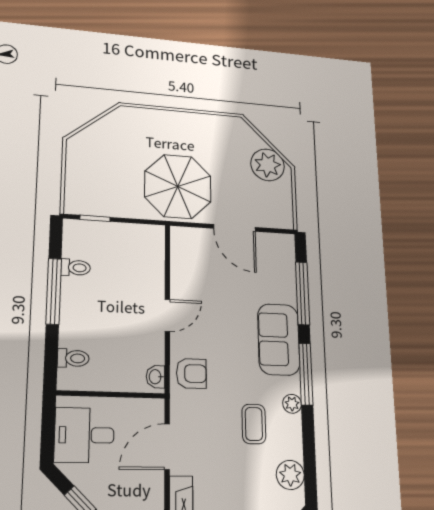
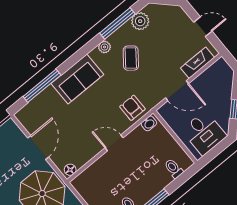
floor lamp: (179, 239) -> (70, 170), added
window: (306, 374) -> (117, 23), moved
coffee table: (254, 424) -> (131, 58), turned -52

